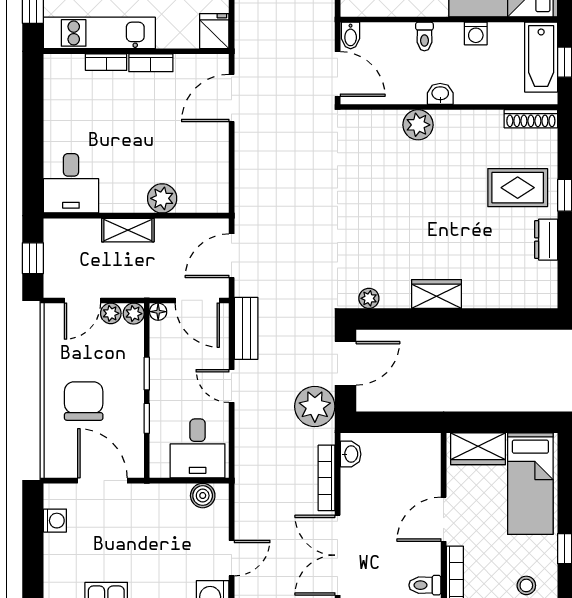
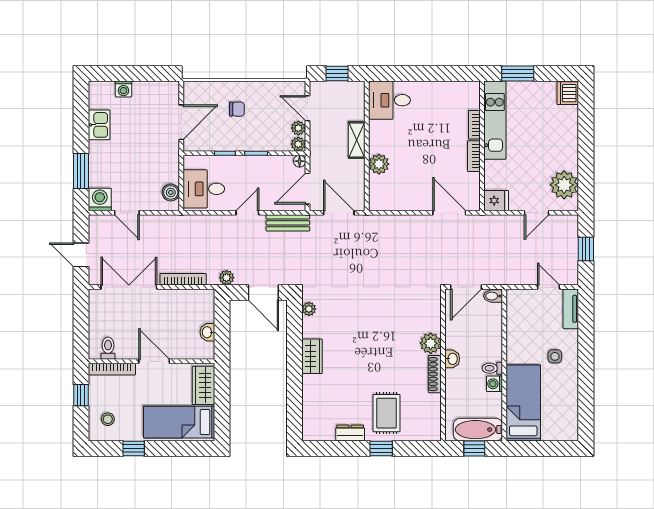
toilet: (424, 36) -> (492, 368), moved
shoe rack: (531, 119) -> (435, 374), moved
chair: (84, 401) -> (237, 109), width x0.54, depth x0.54
plant: (315, 406) -> (227, 278), width x0.53, depth x0.53
washbasin: (351, 454) -> (207, 332), moved, turned 90
washing machine: (55, 521) -> (123, 89), moved

